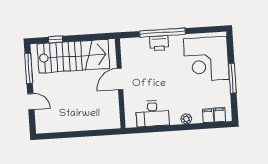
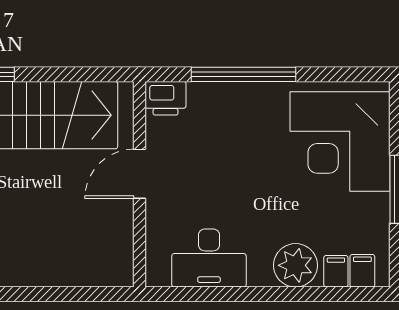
printer: (159, 43) -> (166, 98), moved
plant: (186, 119) -> (296, 265), width x1.88, depth x1.88

